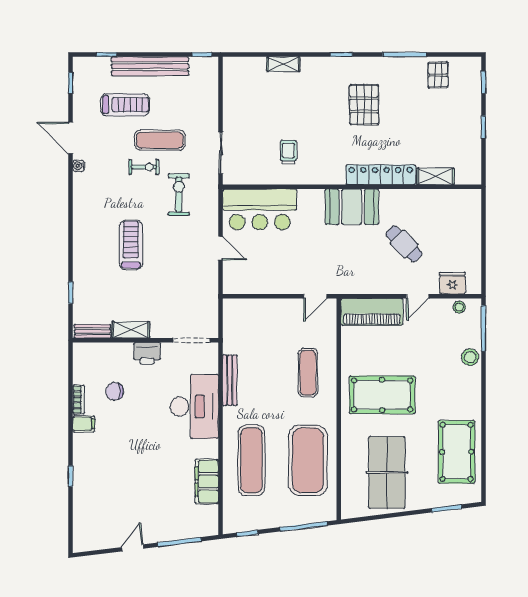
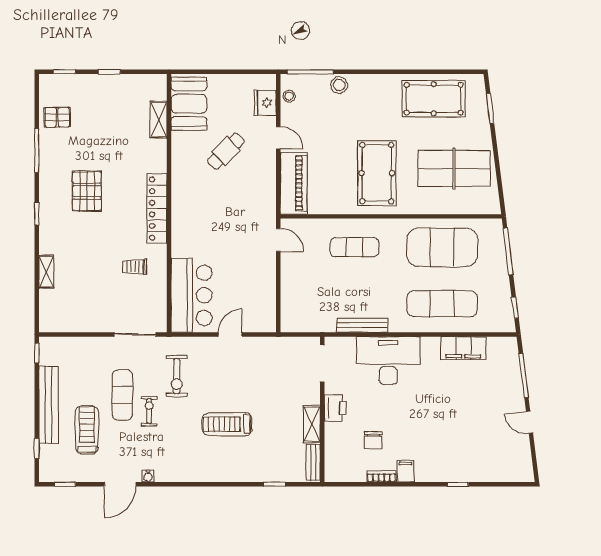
pallet: (364, 105) -> (87, 191), turned 90
locker: (381, 175) -> (157, 209), moved
exercise bike: (179, 195) -> (177, 376), turned -90
booth: (352, 207) -> (189, 104), moved

